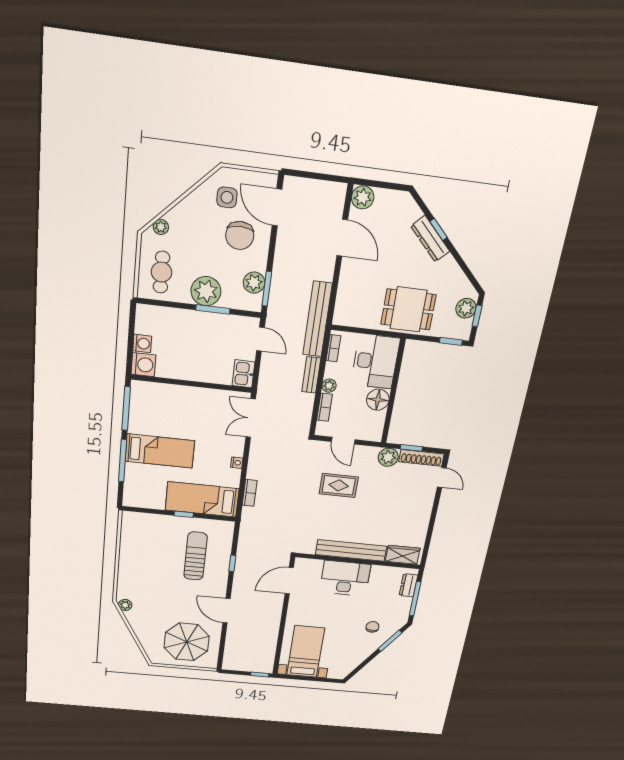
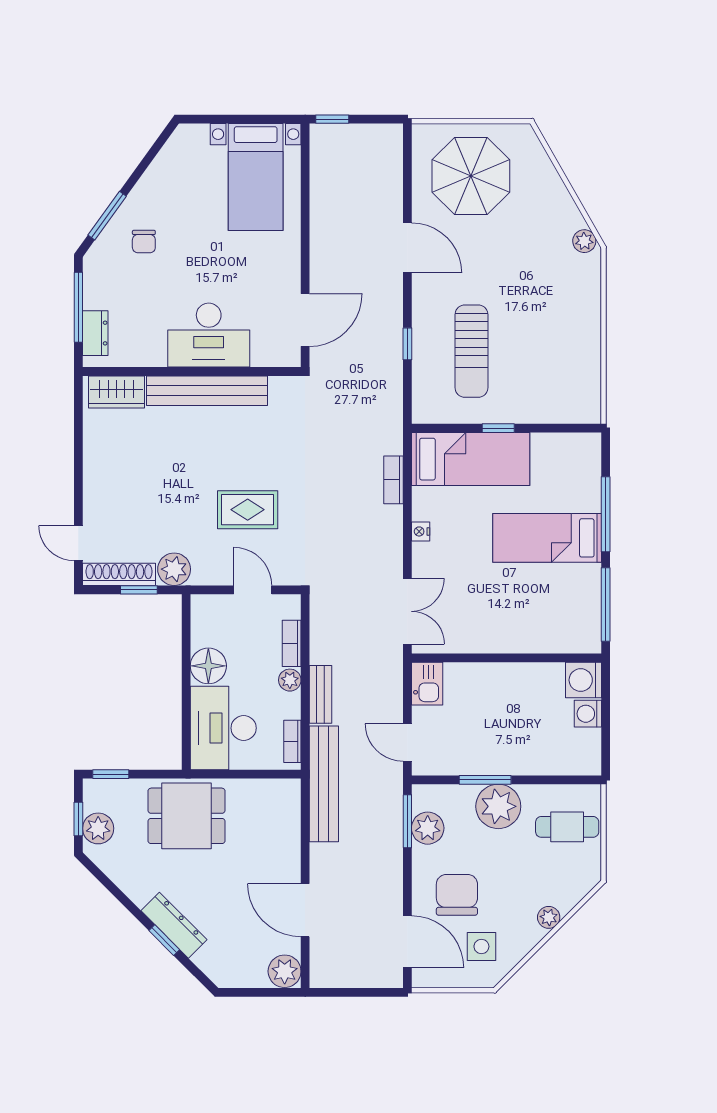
plant: (161, 227) -> (549, 917), moved
cafe table: (161, 272) -> (567, 827), turned 90

